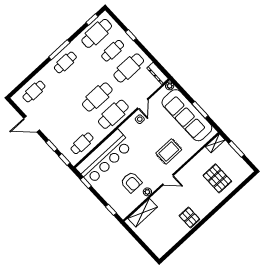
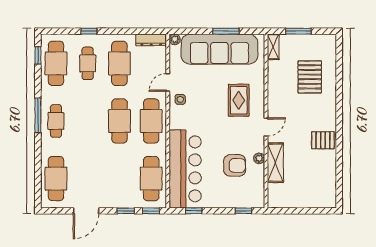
cafe table: (34, 91) -> (56, 179), width x1.37, depth x1.35
door: (143, 104) -> (168, 82), swing flipped
cafe table: (82, 143) -> (151, 179), width x1.37, depth x1.35
pallet: (217, 178) -> (310, 77), turned 90
shelving: (143, 213) -> (275, 163), moved

